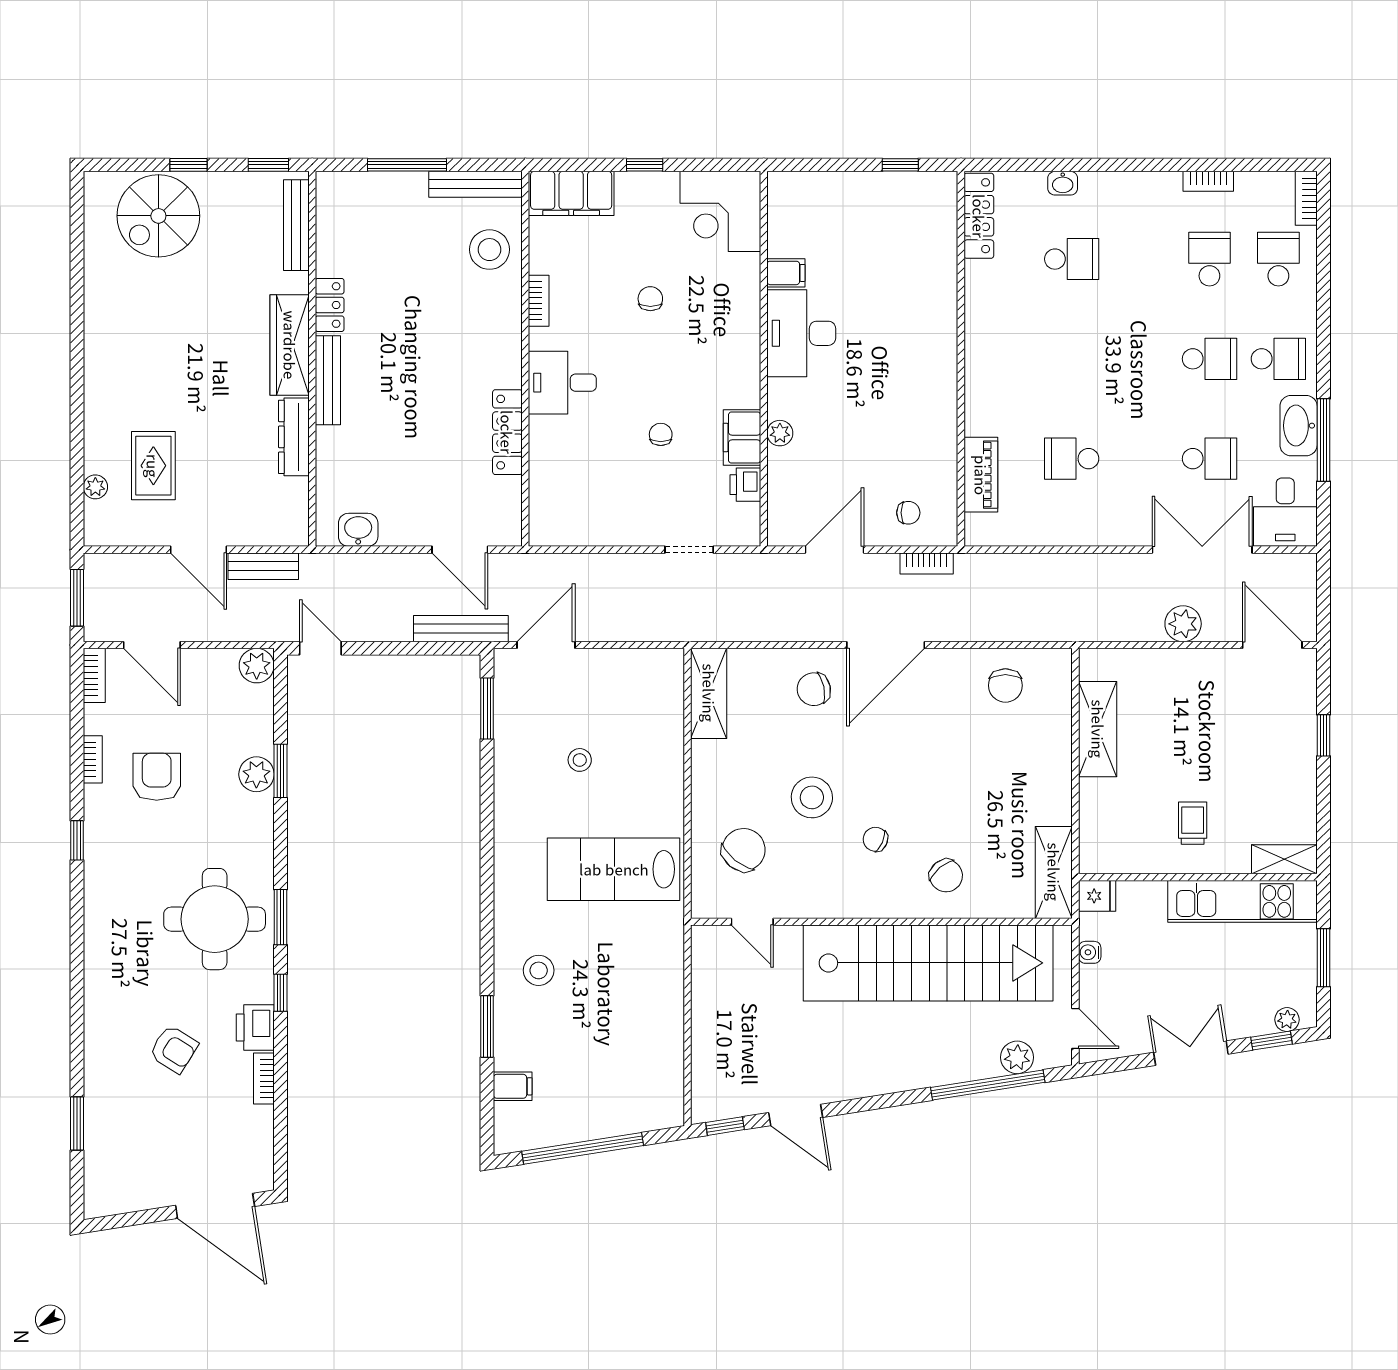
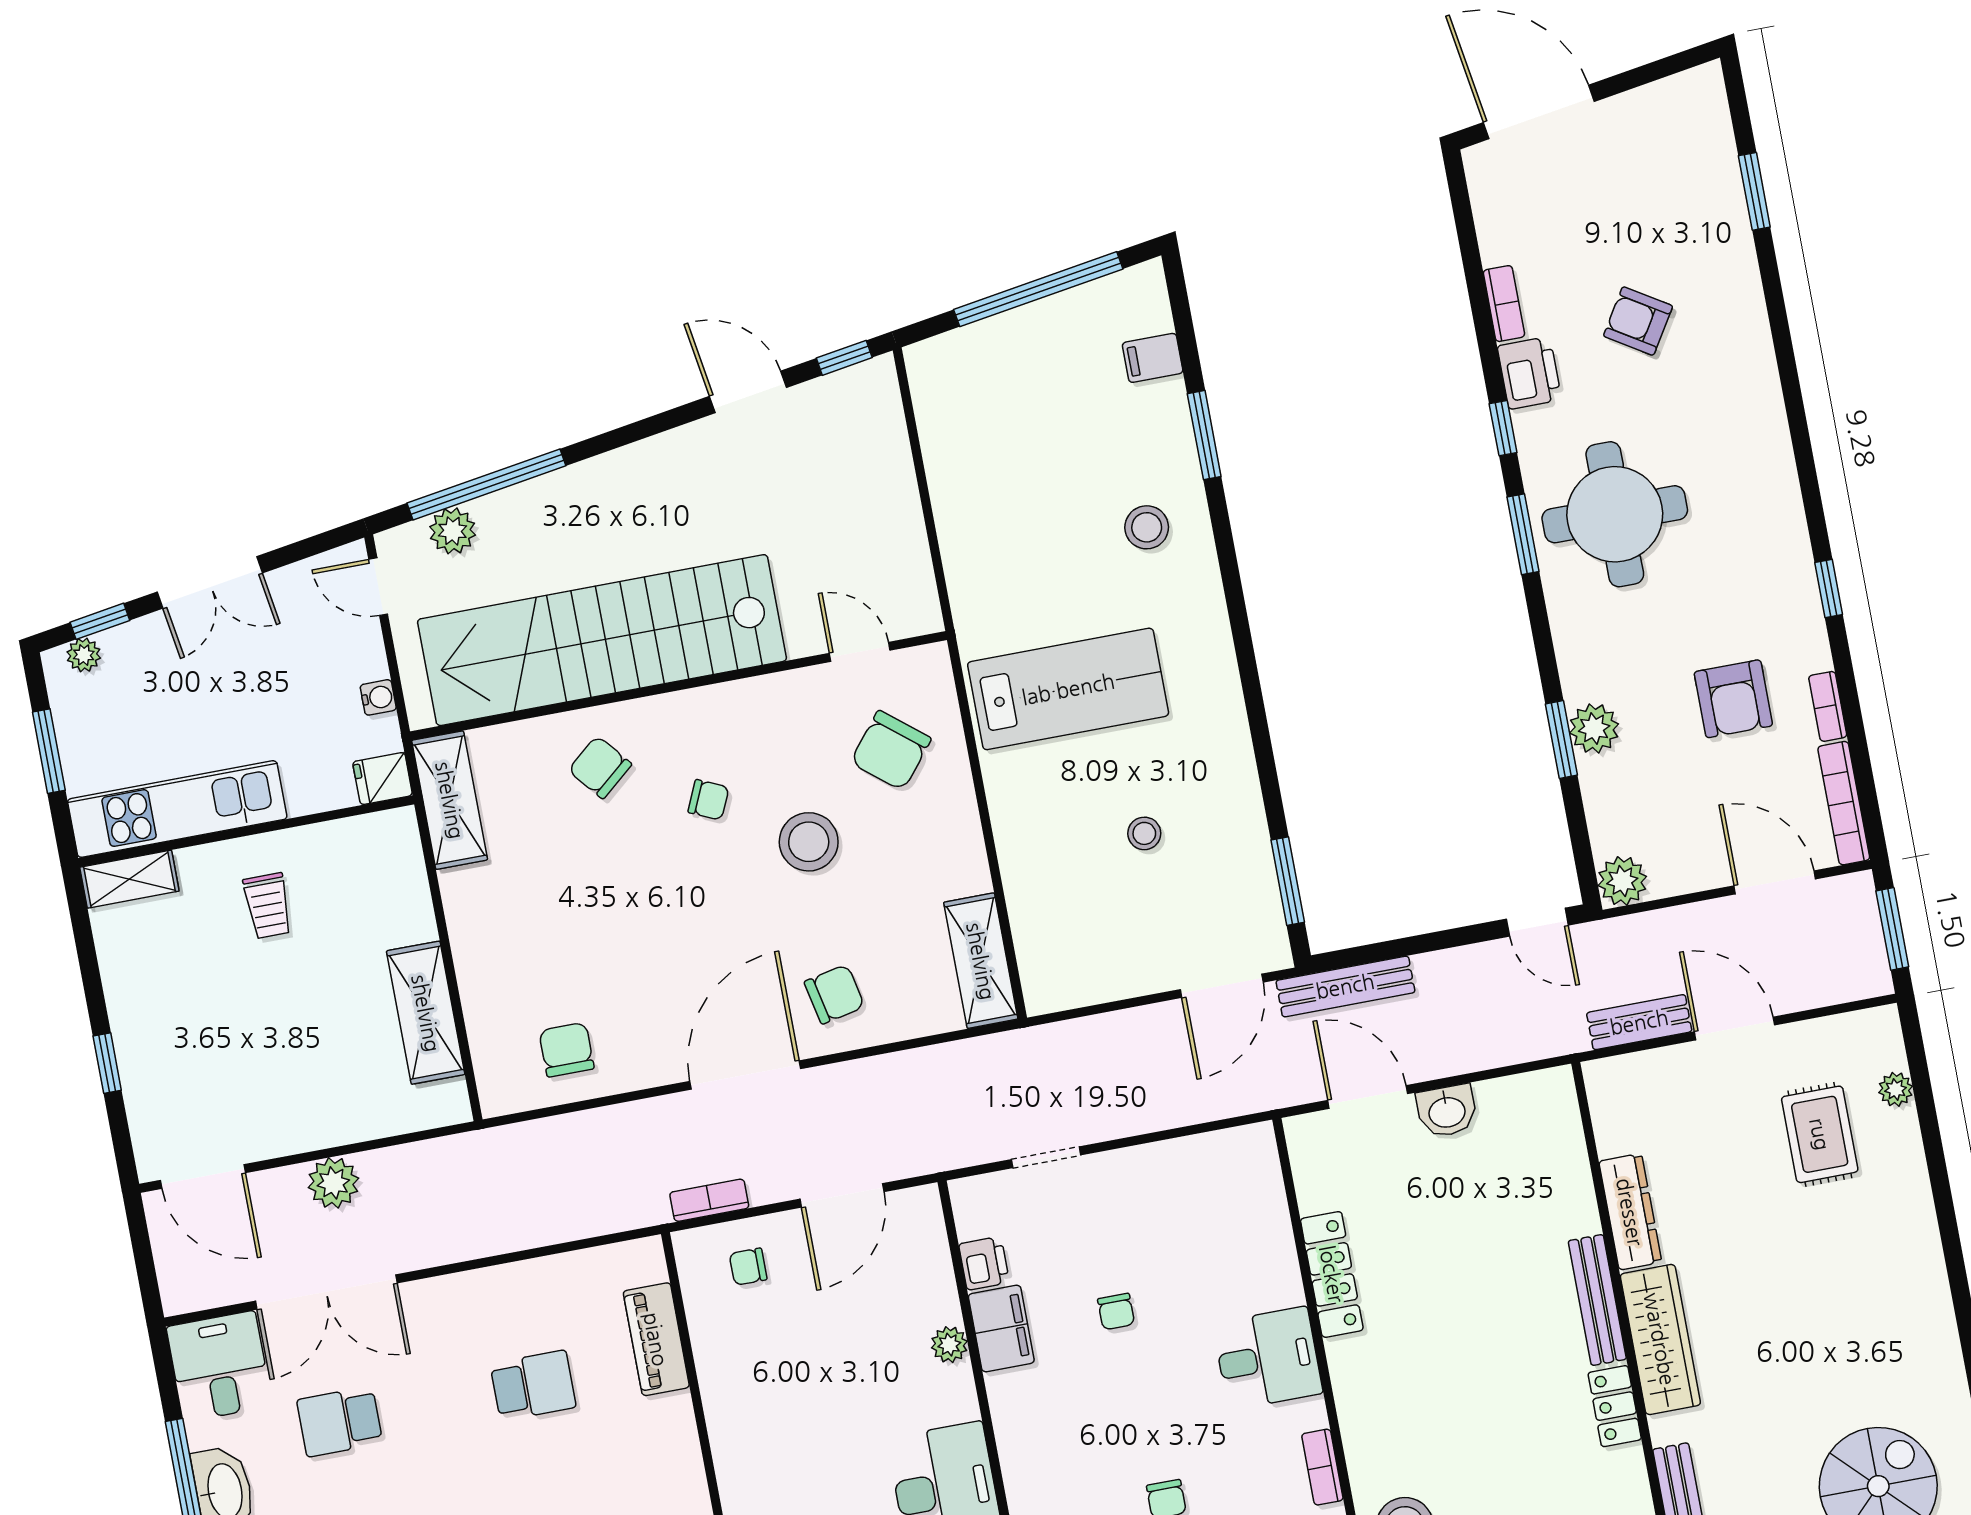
washbasin: (358, 530) -> (1447, 1111), moved
bookcase: (94, 675) -> (1844, 803), width x1.56

